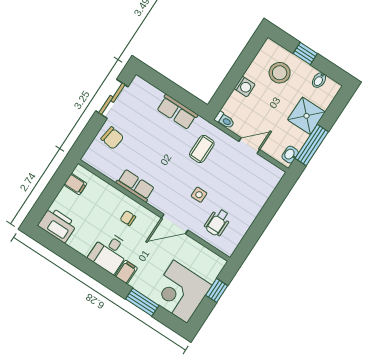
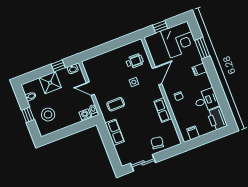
washing machine: (245, 87) -> (85, 115), moved
window: (312, 145) -> (58, 66), width x0.46
door: (175, 224) -> (157, 76), hinge flipped
desk: (110, 252) -> (206, 100), moved

